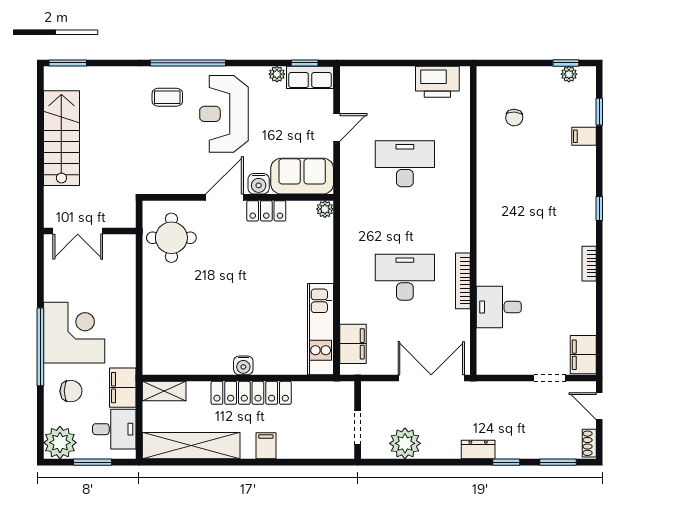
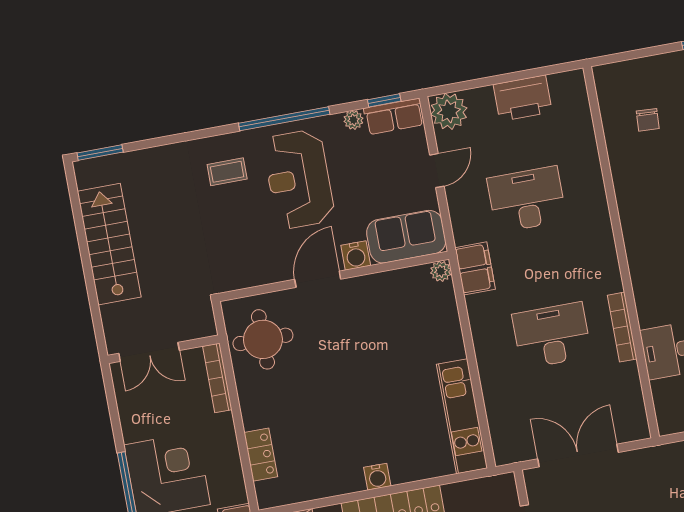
window: (188, 63) -> (284, 119), moved
plant: (355, 81) -> (449, 111), added
printer: (437, 82) -> (523, 98), moved
locker: (266, 211) -> (261, 455), moved, turned -90
bookcase: (129, 262) -> (217, 378), added
filing cabinet: (353, 344) -> (475, 268), moved
double door: (431, 378) -> (578, 456), moved

